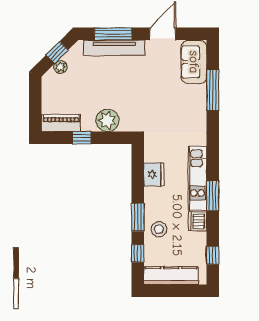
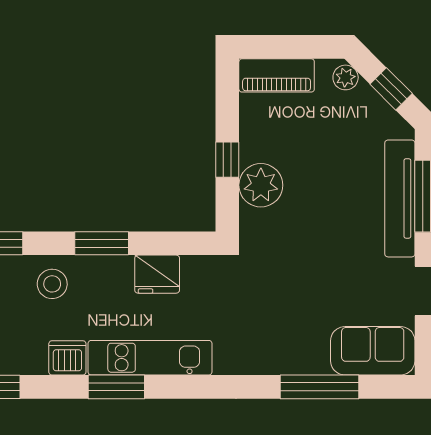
plant: (60, 67) -> (346, 77), moved
piano: (61, 123) -> (277, 75), moved, turned 90
window: (82, 138) -> (227, 160), moved
window: (138, 217) -> (102, 243), moved

